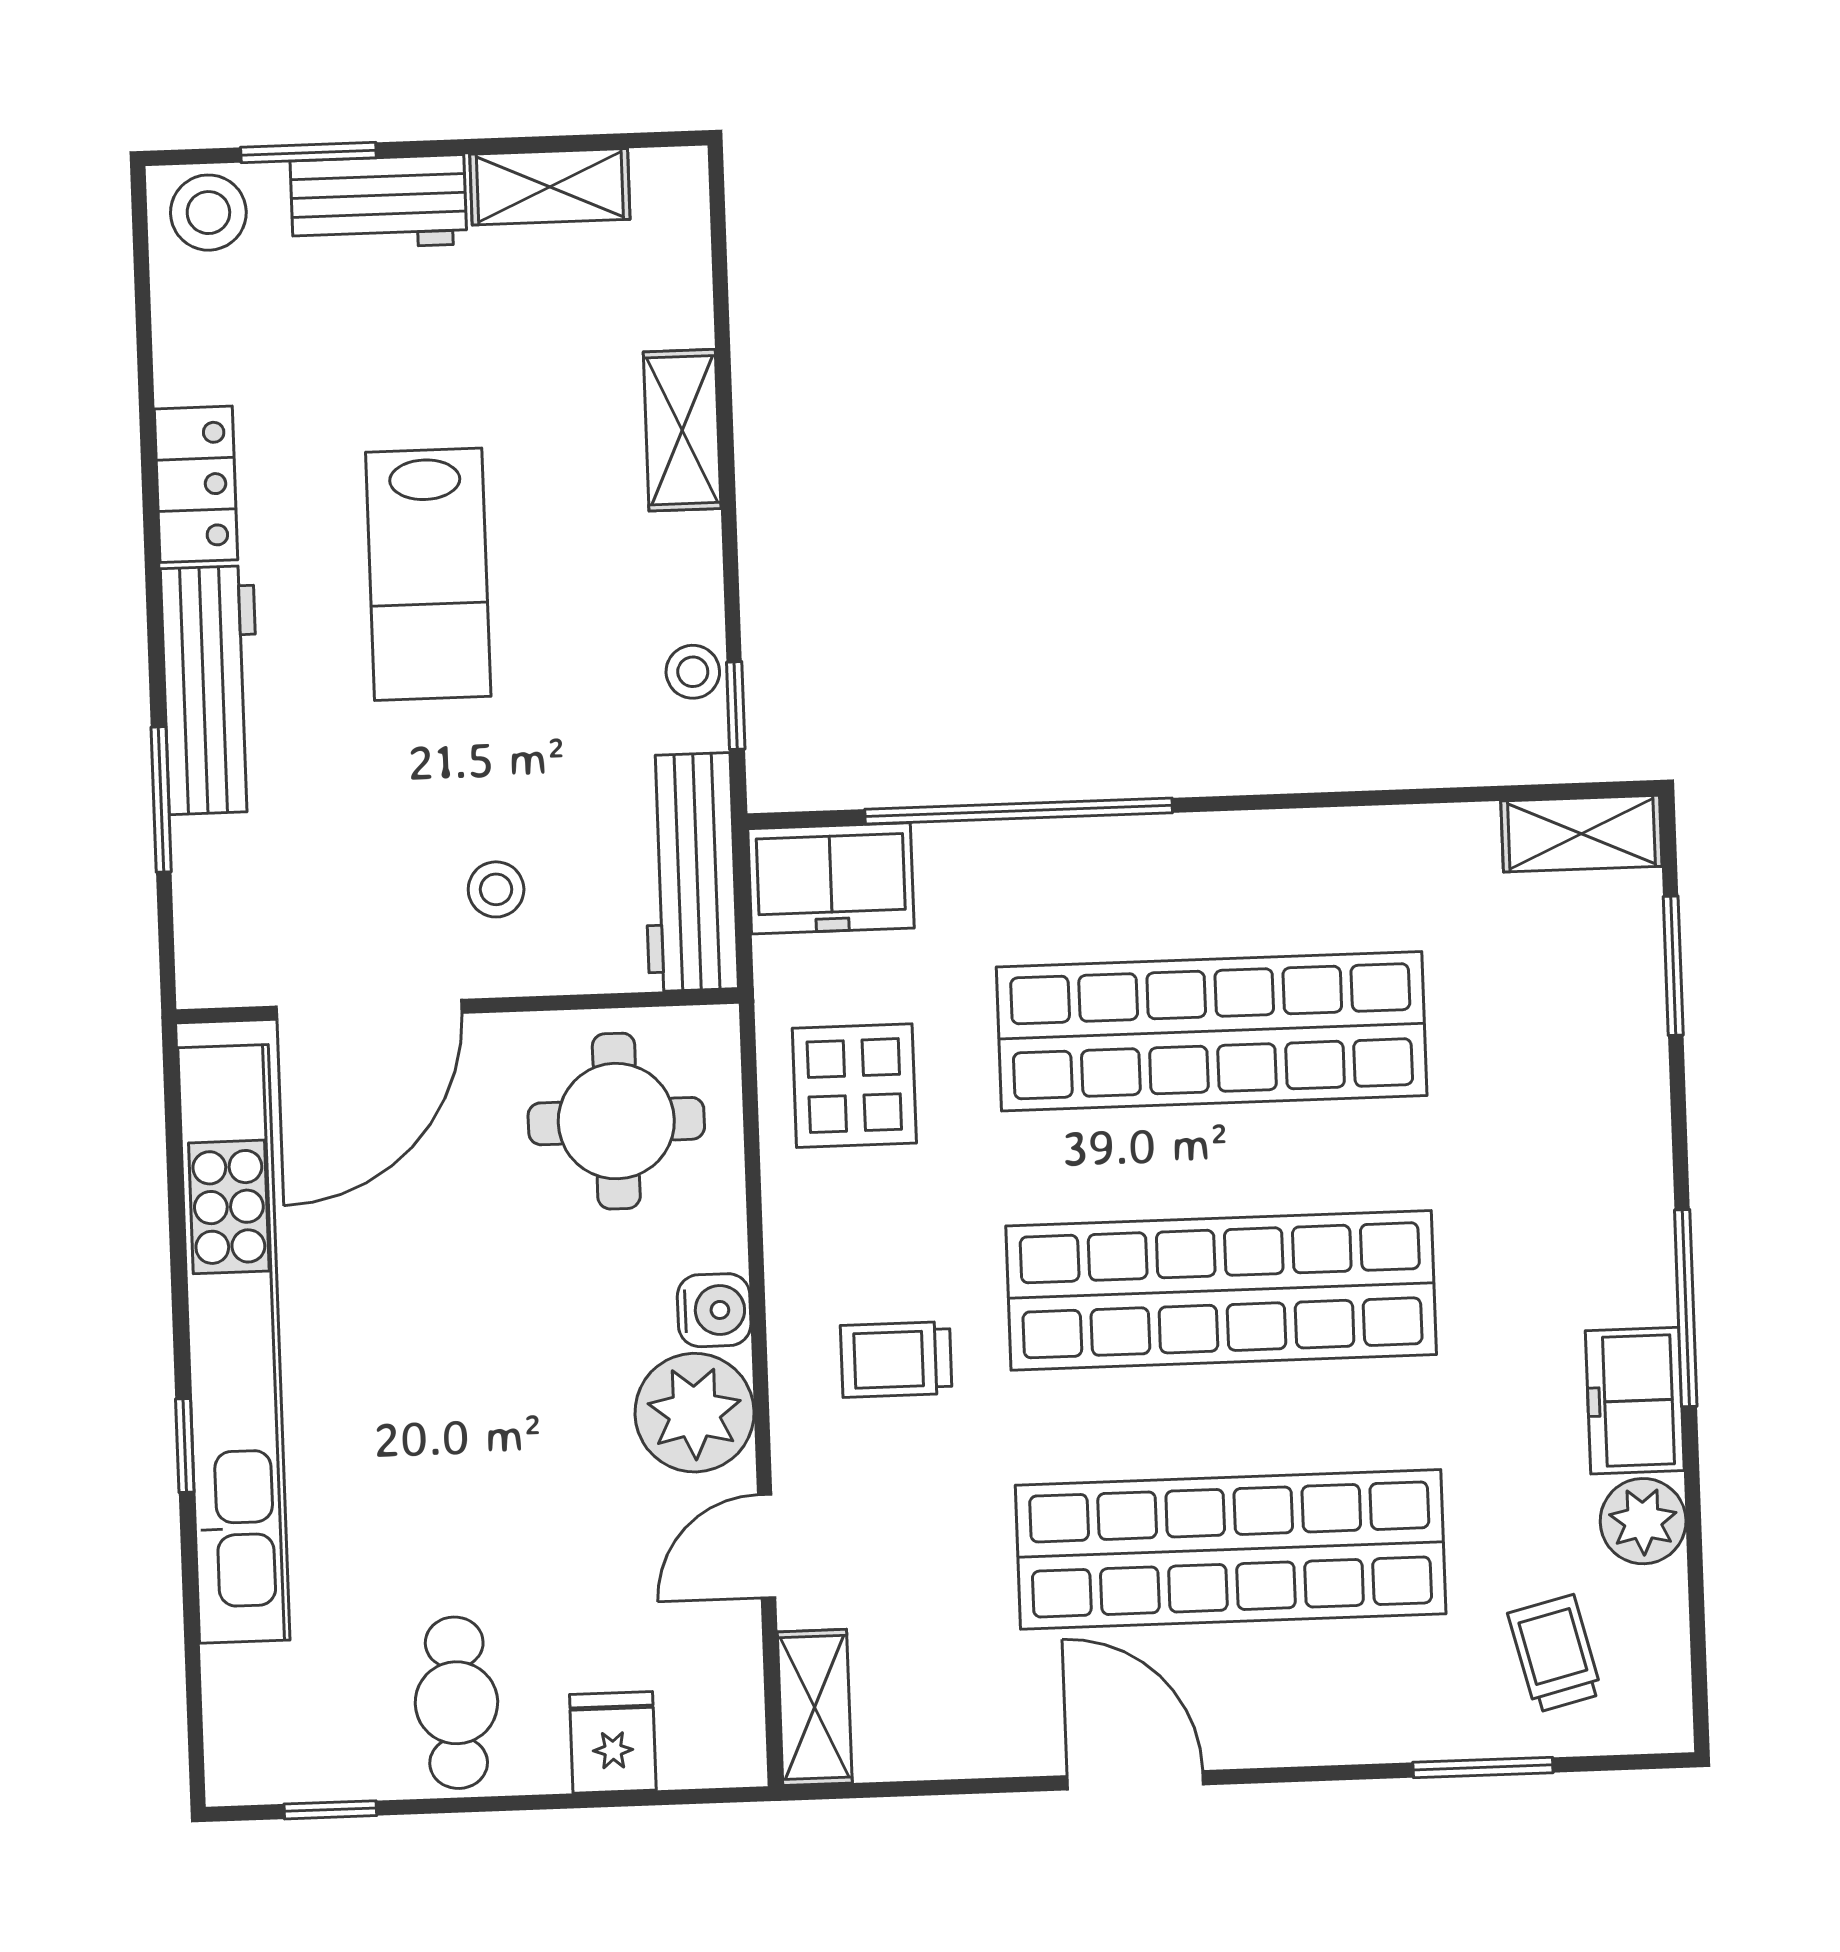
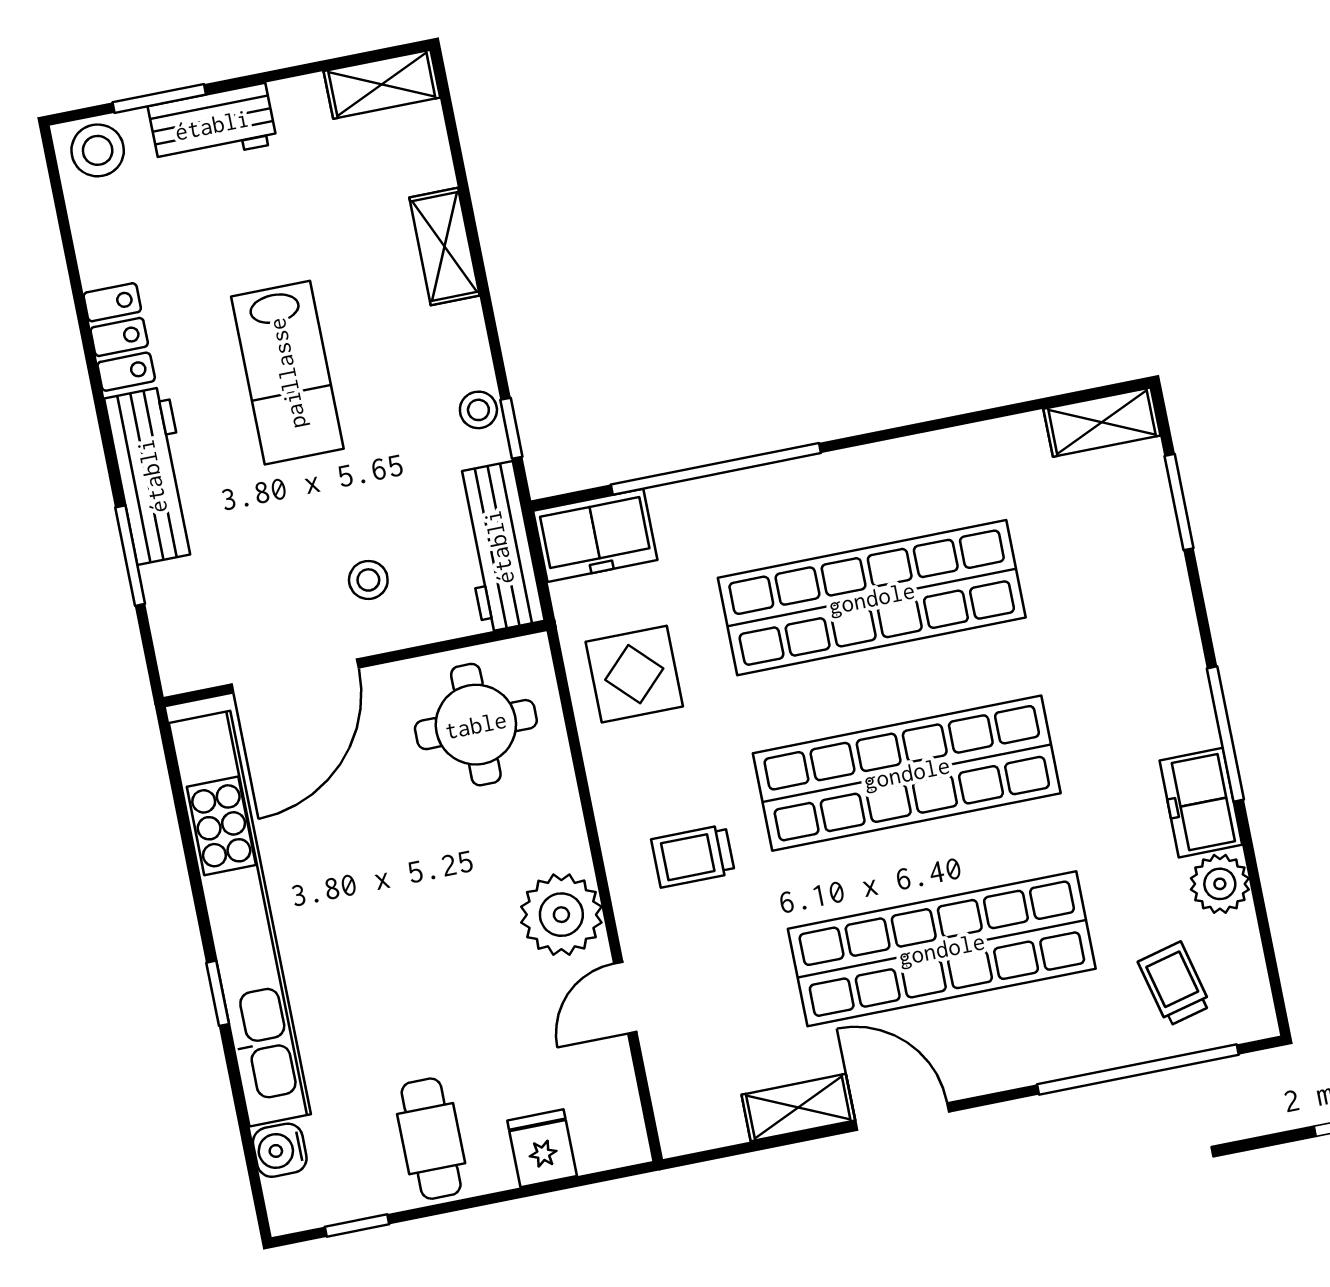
shelving: (550, 187) -> (382, 84), moved
water cooler: (714, 1310) -> (280, 1150), moved, turned 180
shelving: (815, 1707) -> (798, 1108), moved, turned 90
window: (1483, 1768) -> (1138, 1069), width x2.11

